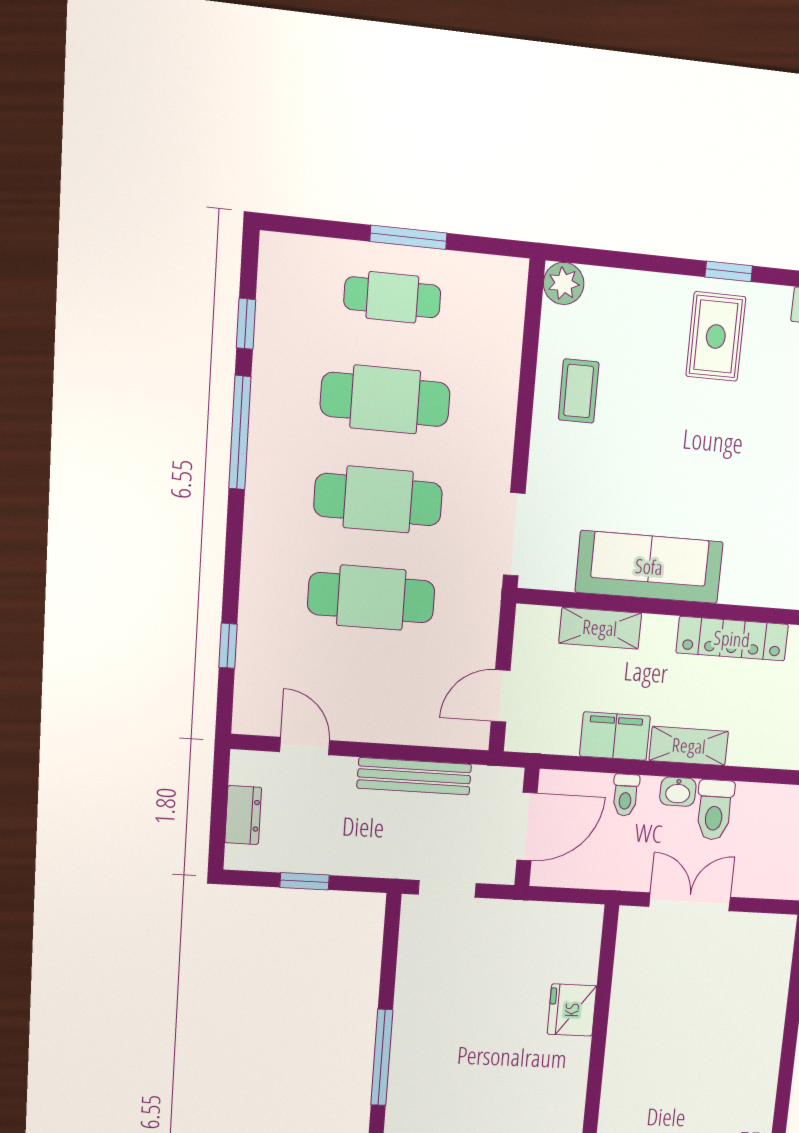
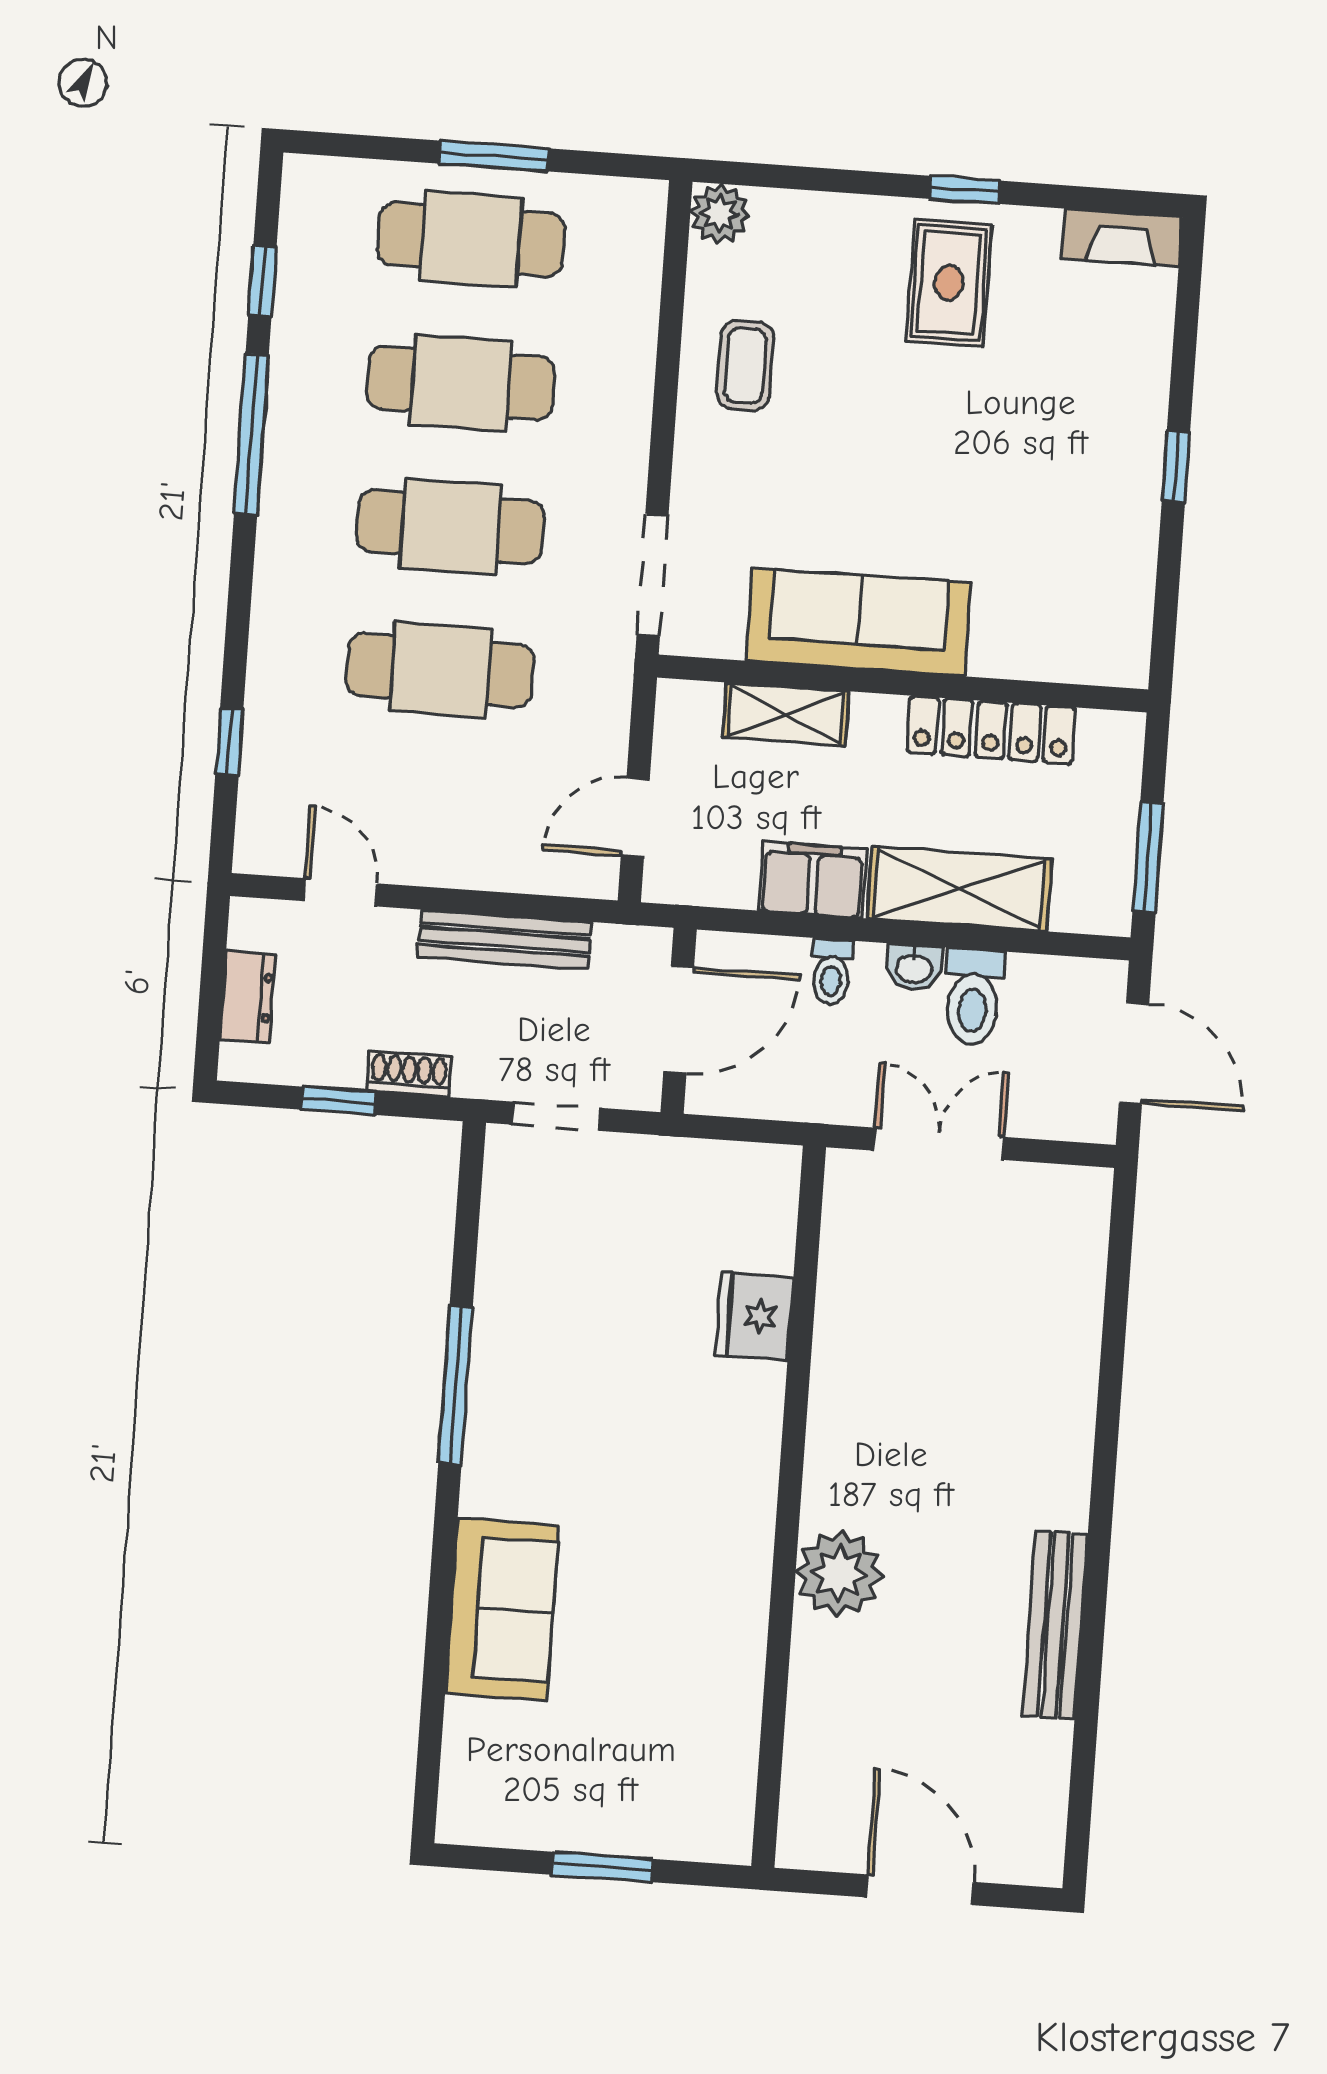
cafe table: (392, 297) -> (471, 239), width x1.37, depth x1.35
shelving: (689, 746) -> (959, 889), width x1.50, depth x1.33
shoe rack: (351, 864) -> (409, 1074), added

